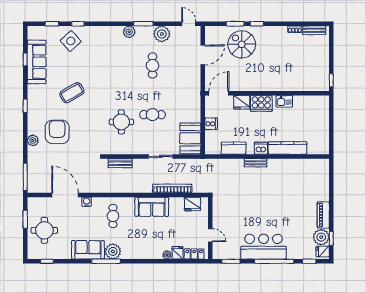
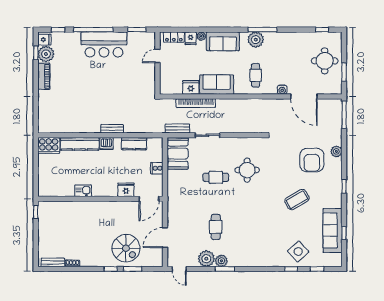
plant: (129, 32) -> (221, 261), moved
cooker: (261, 103) -> (49, 145), moved, turned 180
bench: (120, 163) -> (177, 128), moved
fridge: (192, 204) -> (191, 87), moved
door: (210, 235) -> (158, 56), hinge flipped
sofa: (88, 250) -> (223, 41), moved

